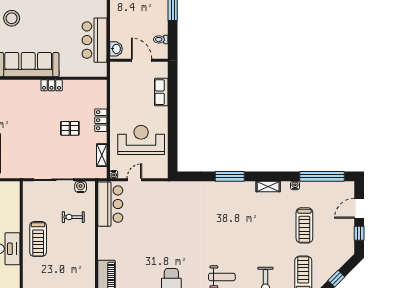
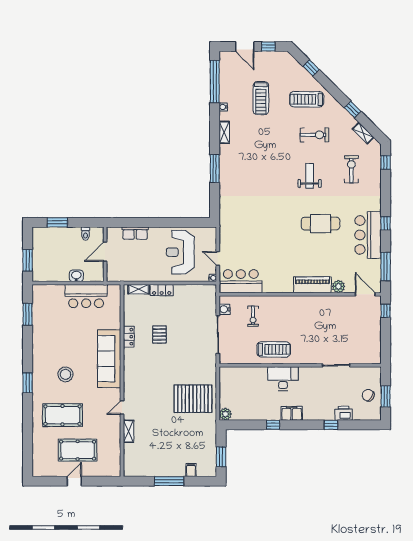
washbasin: (116, 49) -> (76, 276), moved
pallet: (70, 128) -> (159, 334), moved
shelving: (102, 155) -> (139, 289), moved
treadmill: (304, 225) -> (261, 98), turned 90

